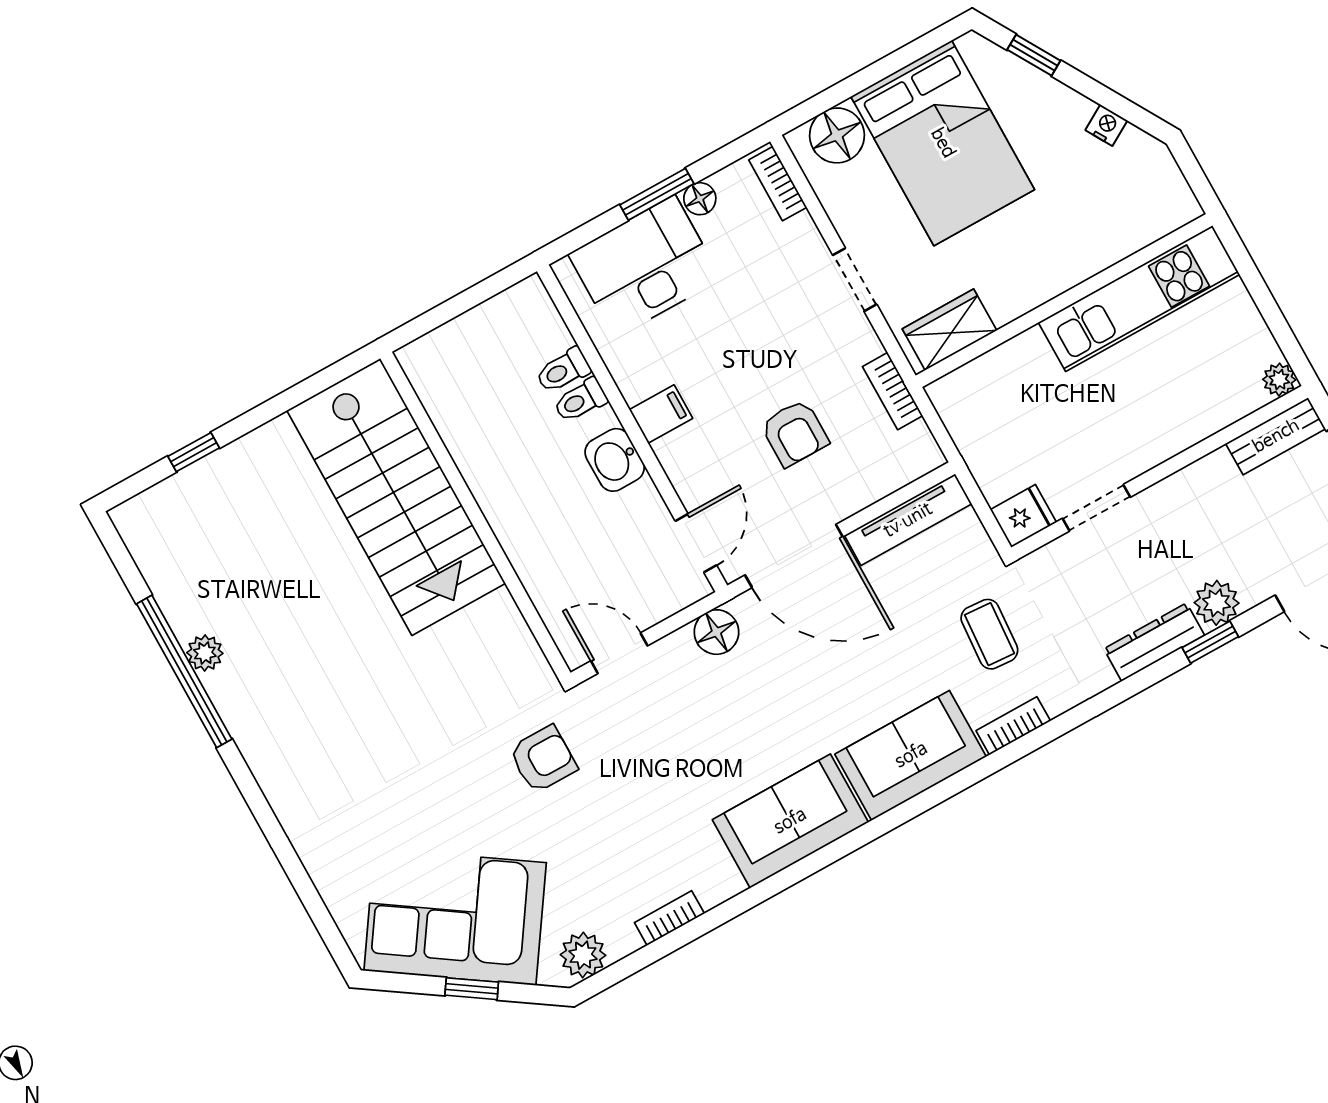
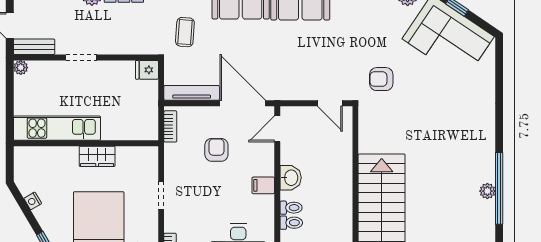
wardrobe: (949, 330) -> (97, 156), moved
bookcase: (893, 391) -> (170, 126), moved
doorway: (1096, 508) -> (81, 57), moved
floor lamp: (716, 632) -> (288, 91), removed

